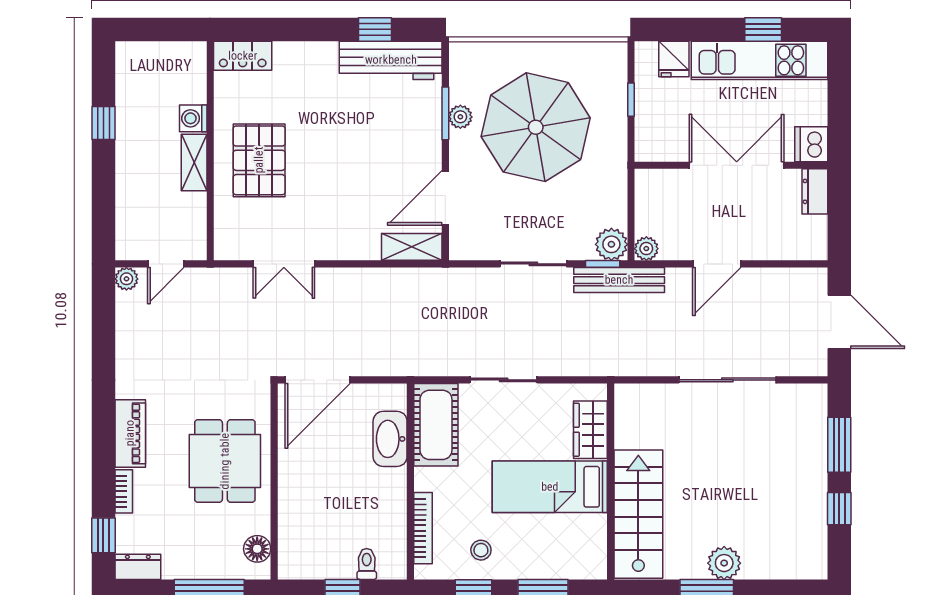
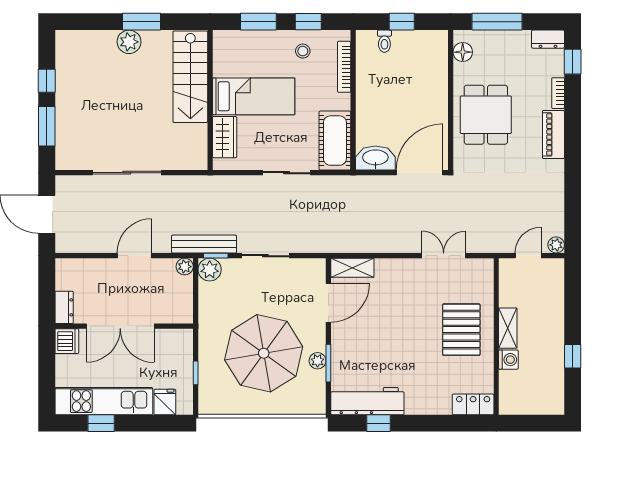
washbasin: (390, 439) -> (375, 158), moved, turned -90

